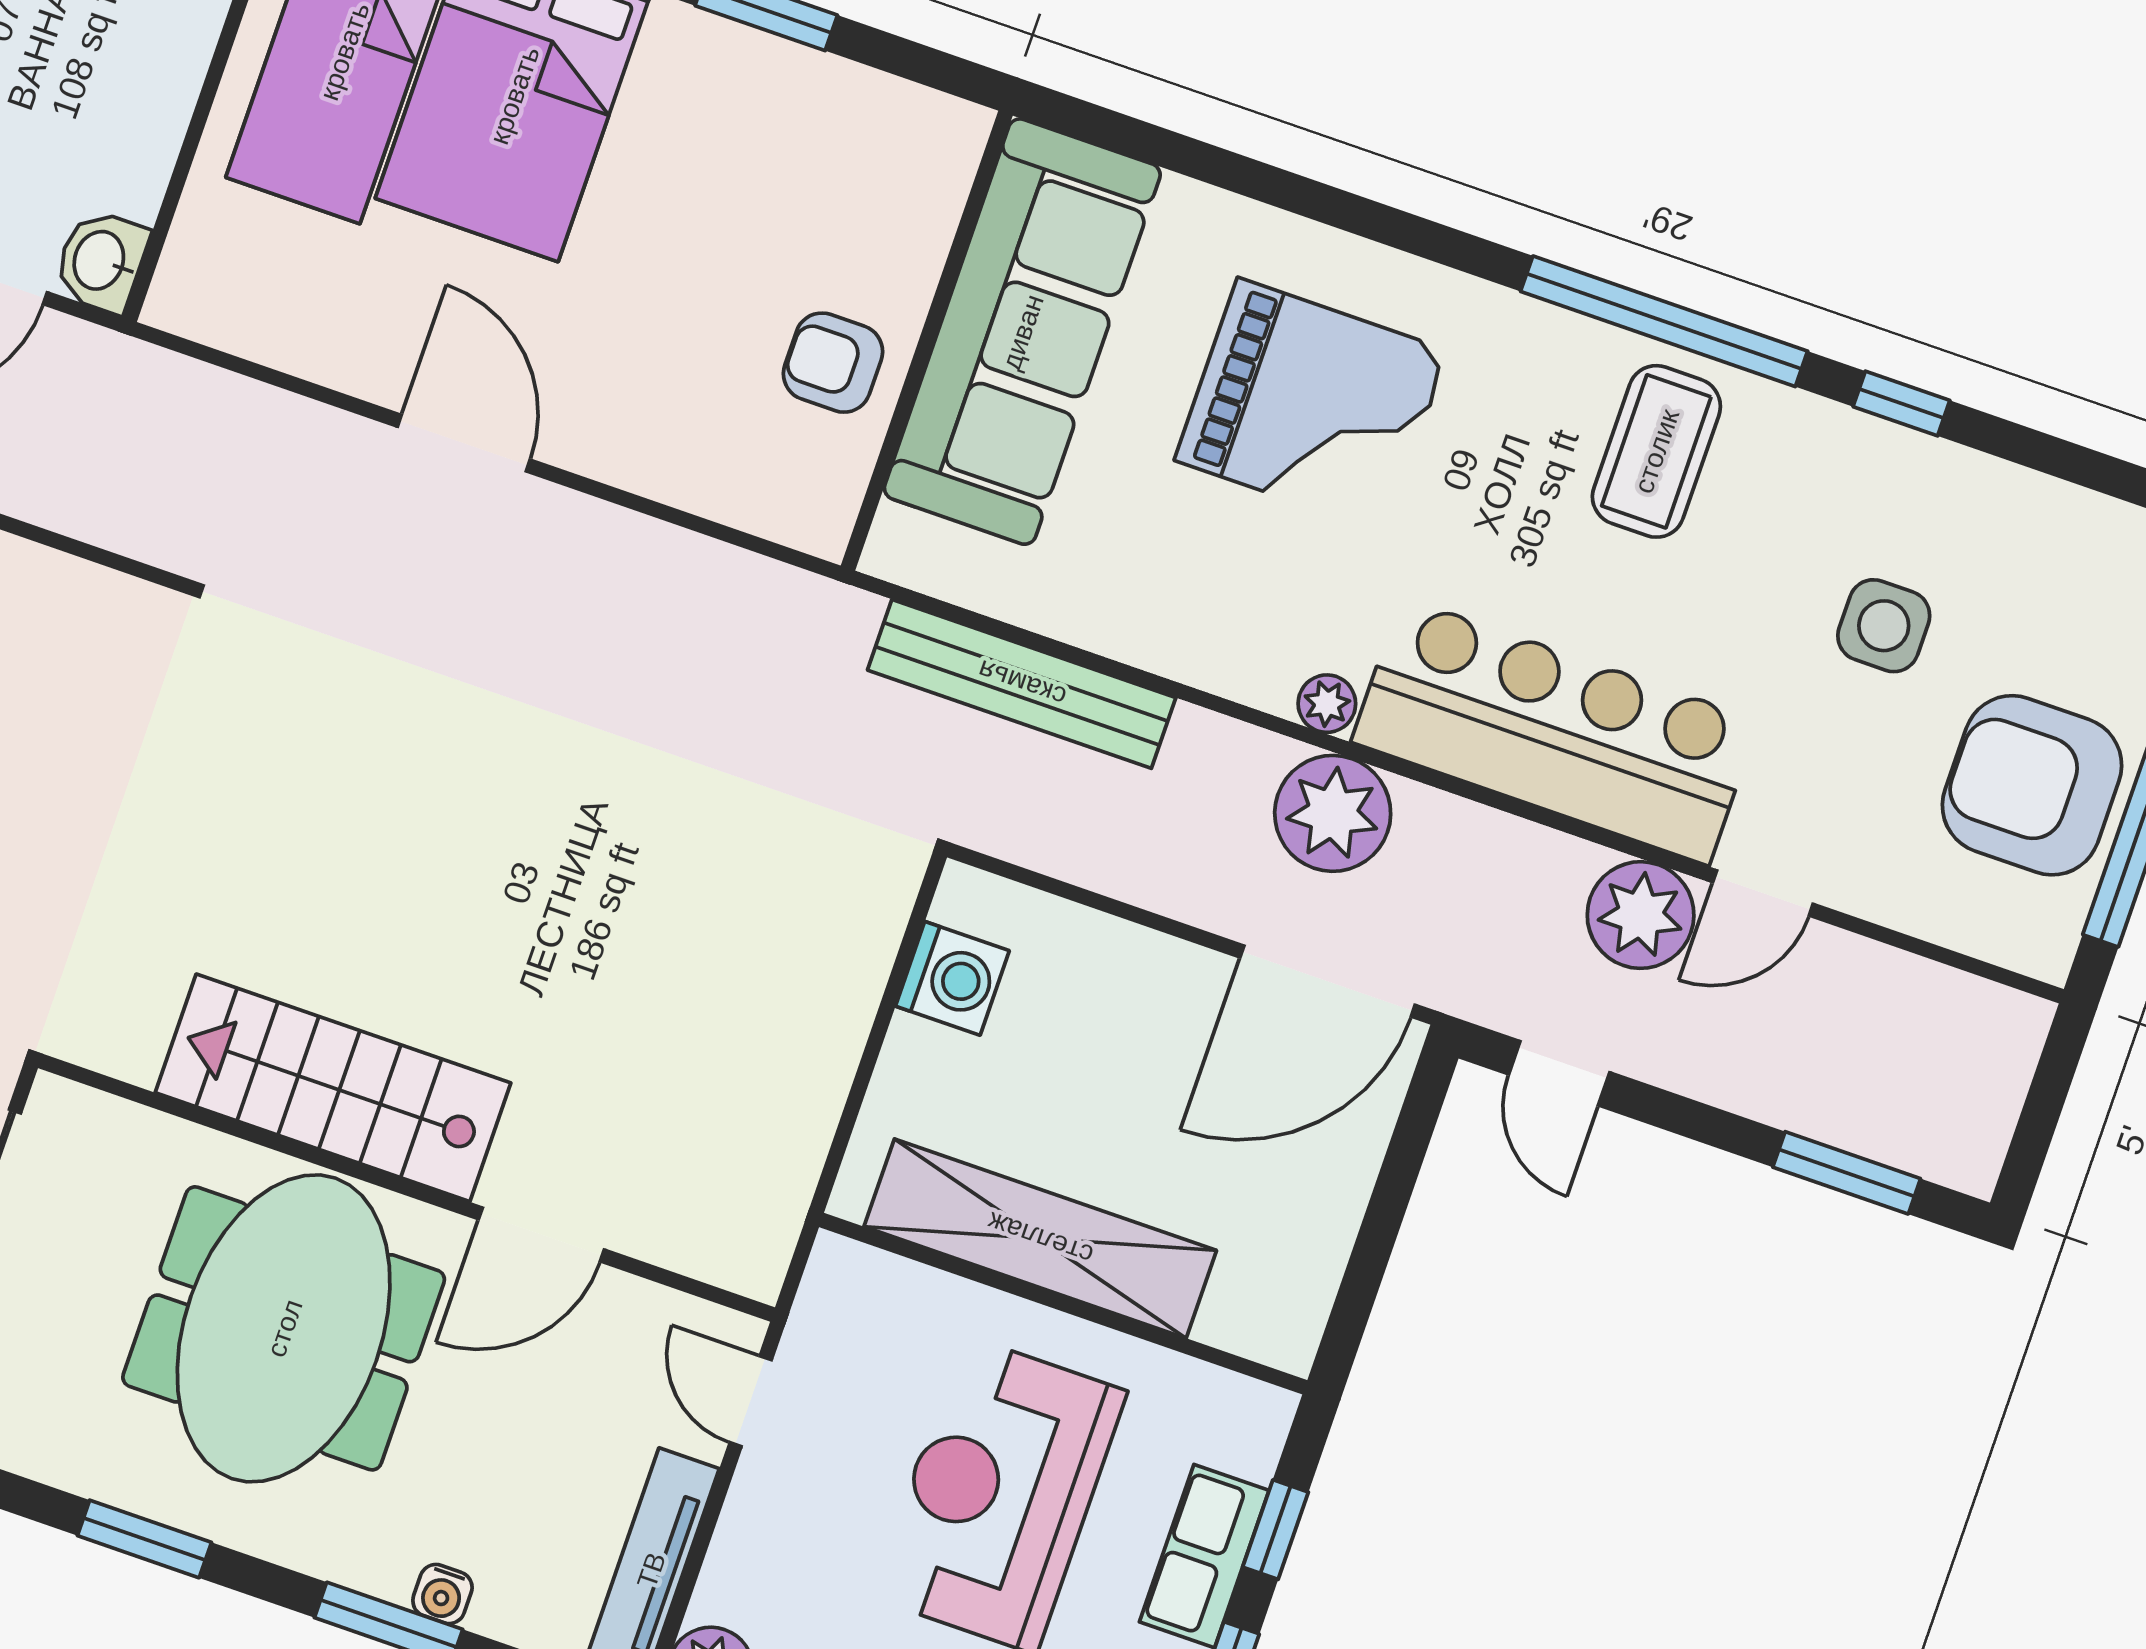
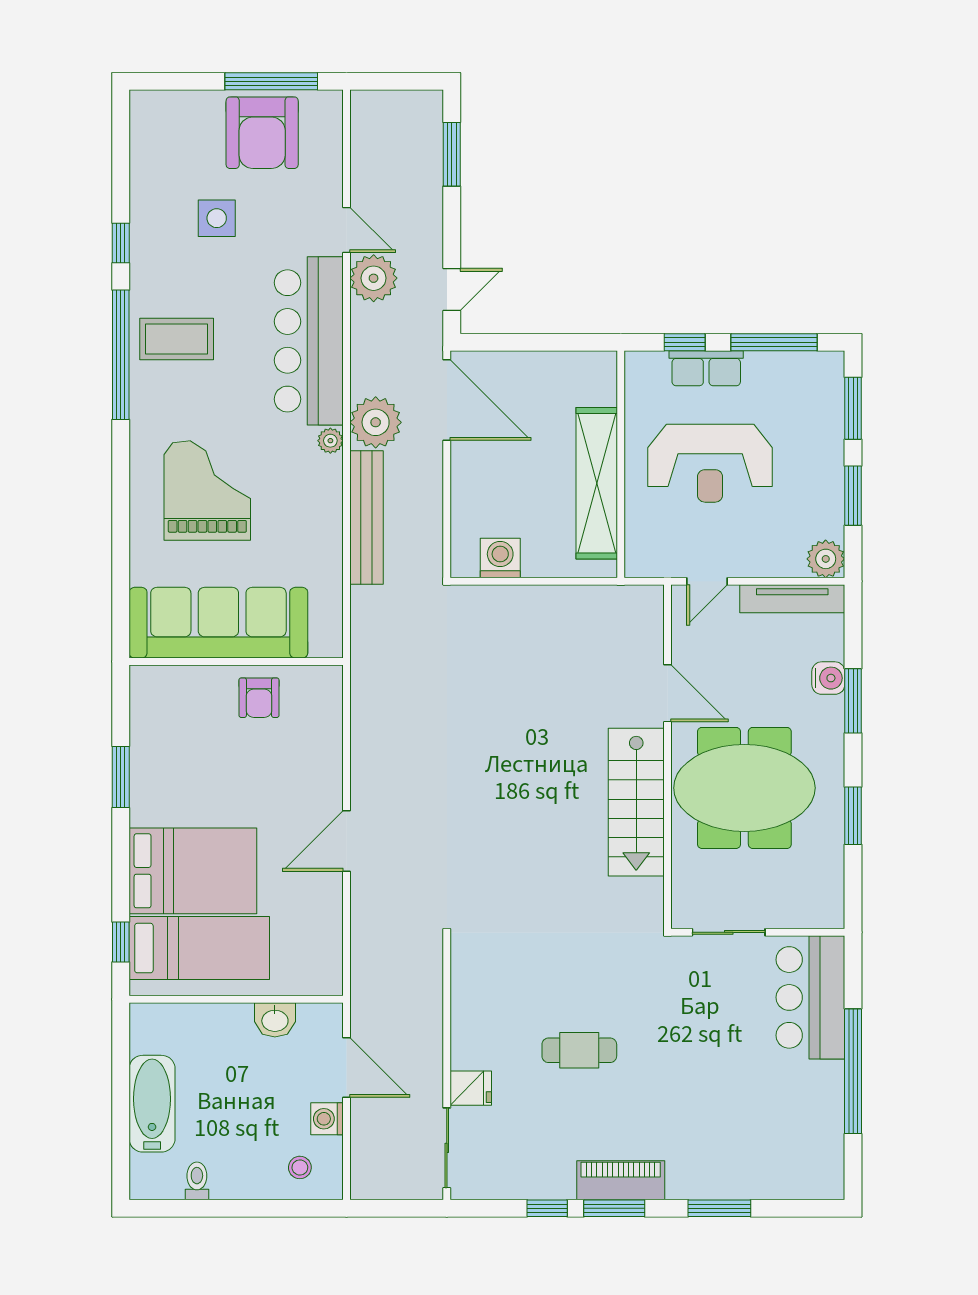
washbasin: (101, 261) -> (275, 1020), moved
bench: (1022, 684) -> (366, 518), moved
water cooler: (442, 1594) -> (828, 678), width x1.38, depth x1.38

